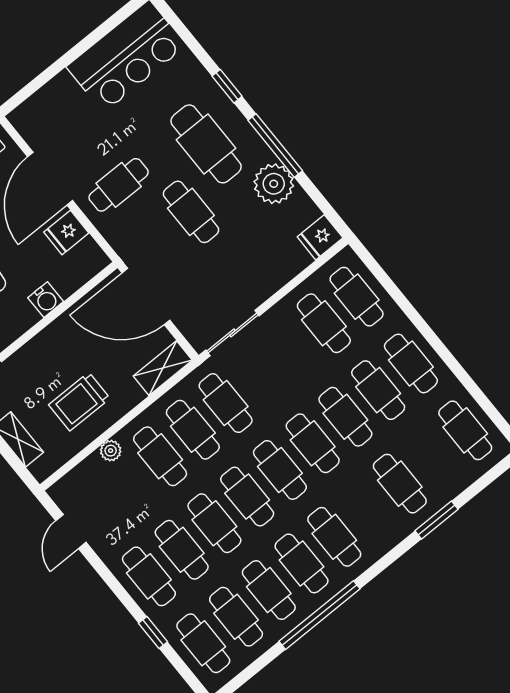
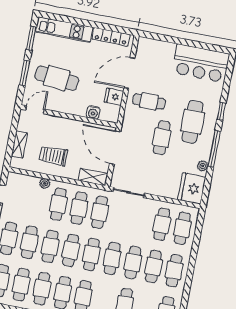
plant: (274, 184) -> (203, 166), width x0.53, depth x0.53
fridge: (320, 237) -> (192, 188), width x1.88, depth x1.34
water cooler: (46, 300) -> (93, 112), moved

